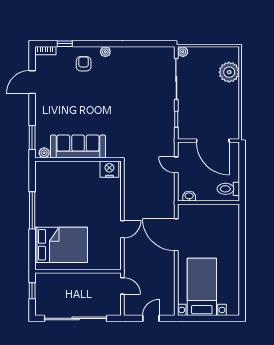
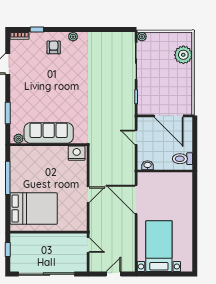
sofa: (78, 146) -> (49, 133), moved
plant: (44, 153) -> (18, 139), moved
wall: (78, 159) -> (49, 145), moved
nightstand: (109, 169) -> (77, 153), moved

